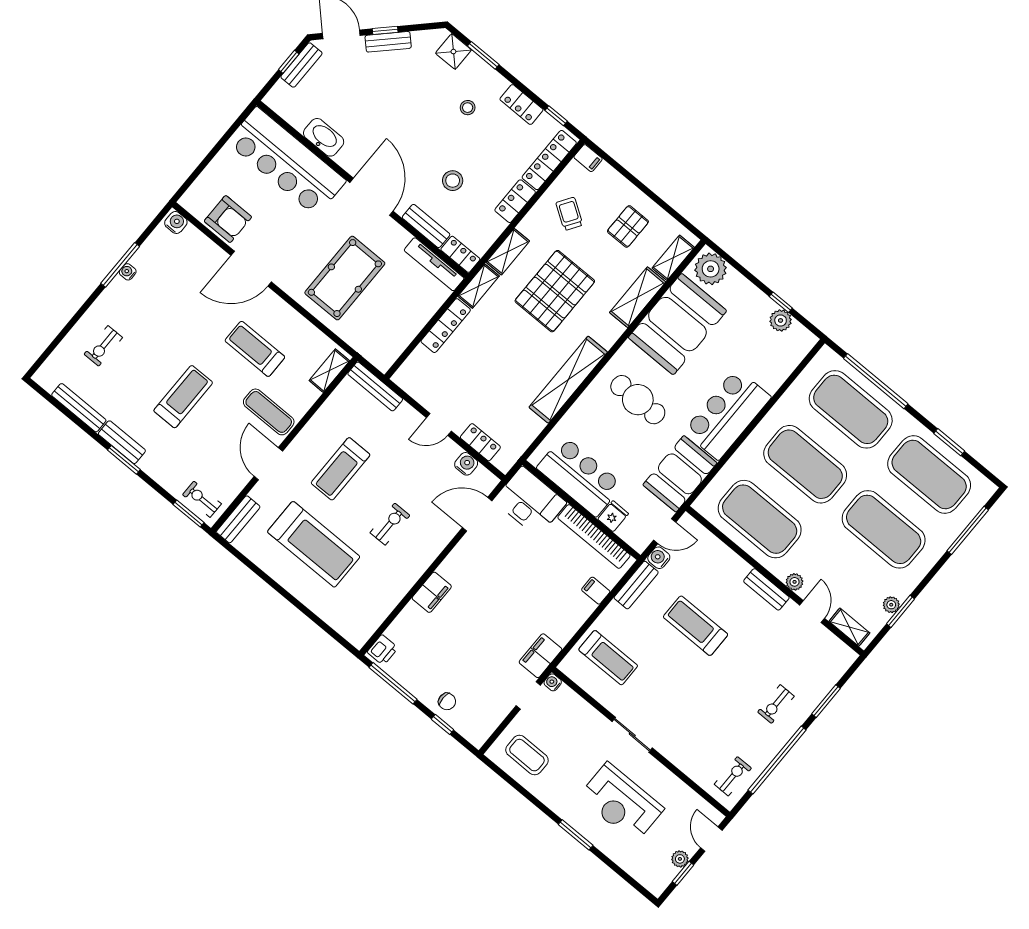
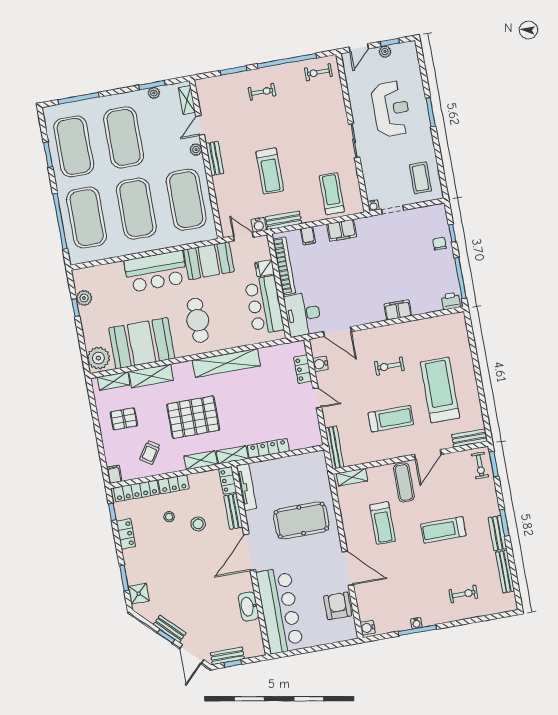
stool: (468, 108) -> (169, 517), moved
filing cabinet: (540, 656) -> (342, 230), moved

